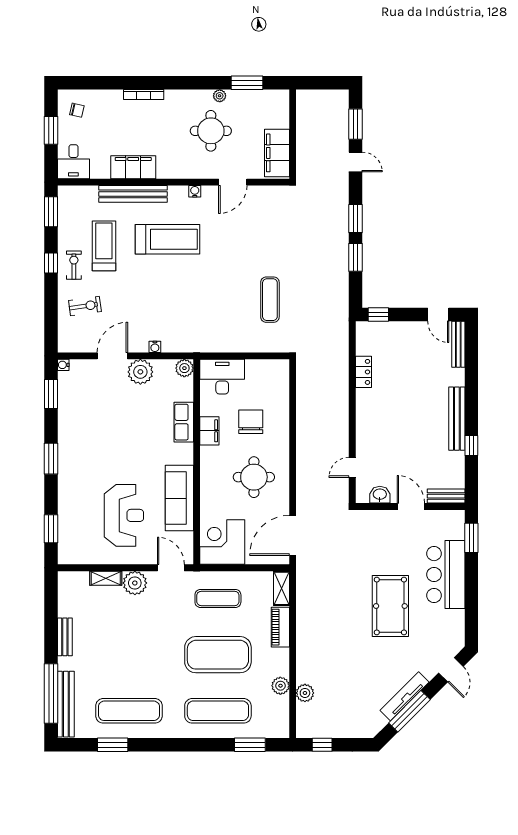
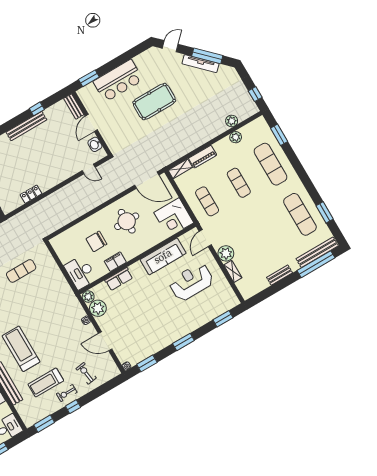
plant: (140, 372) -> (98, 308), moved
exercise mat: (218, 655) -> (239, 183), width x0.50, depth x0.69

